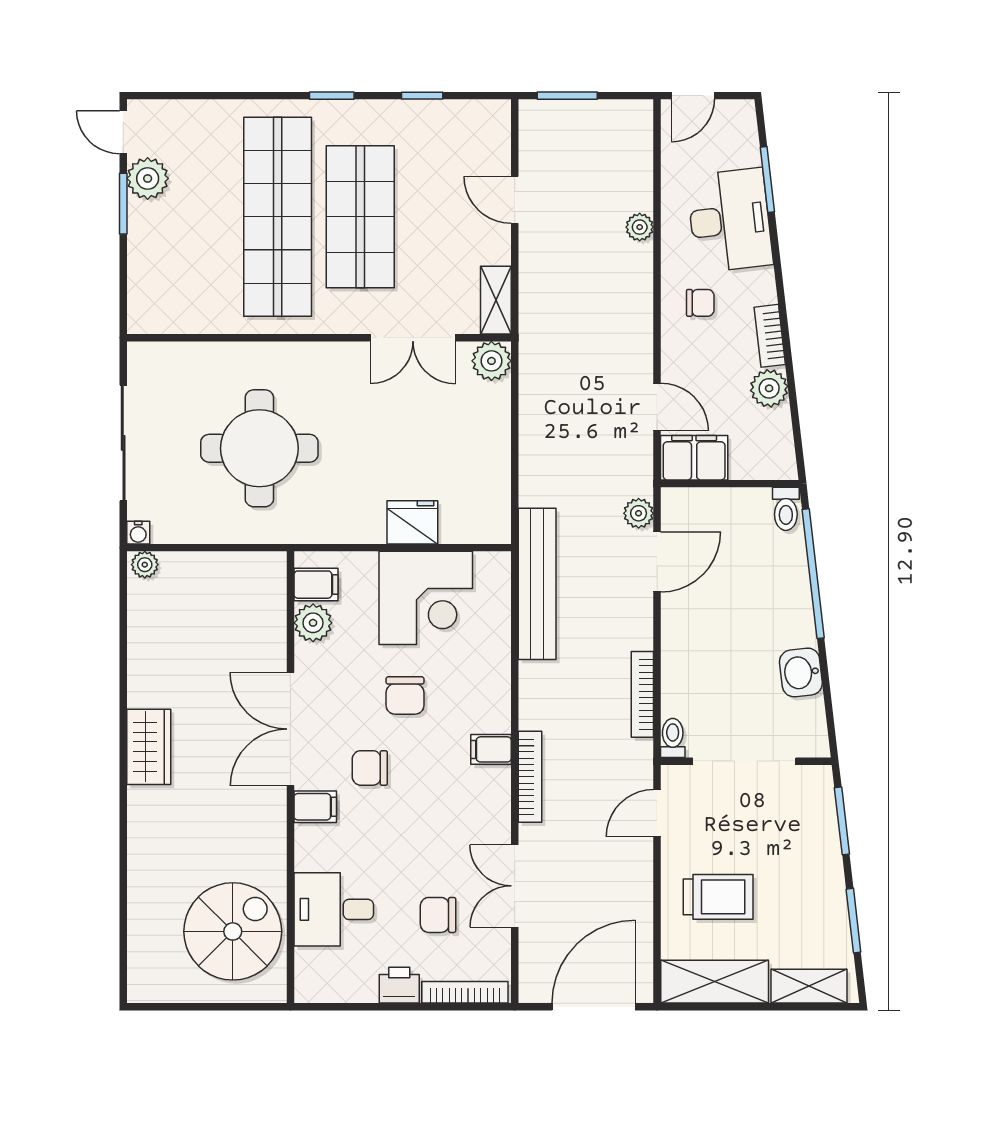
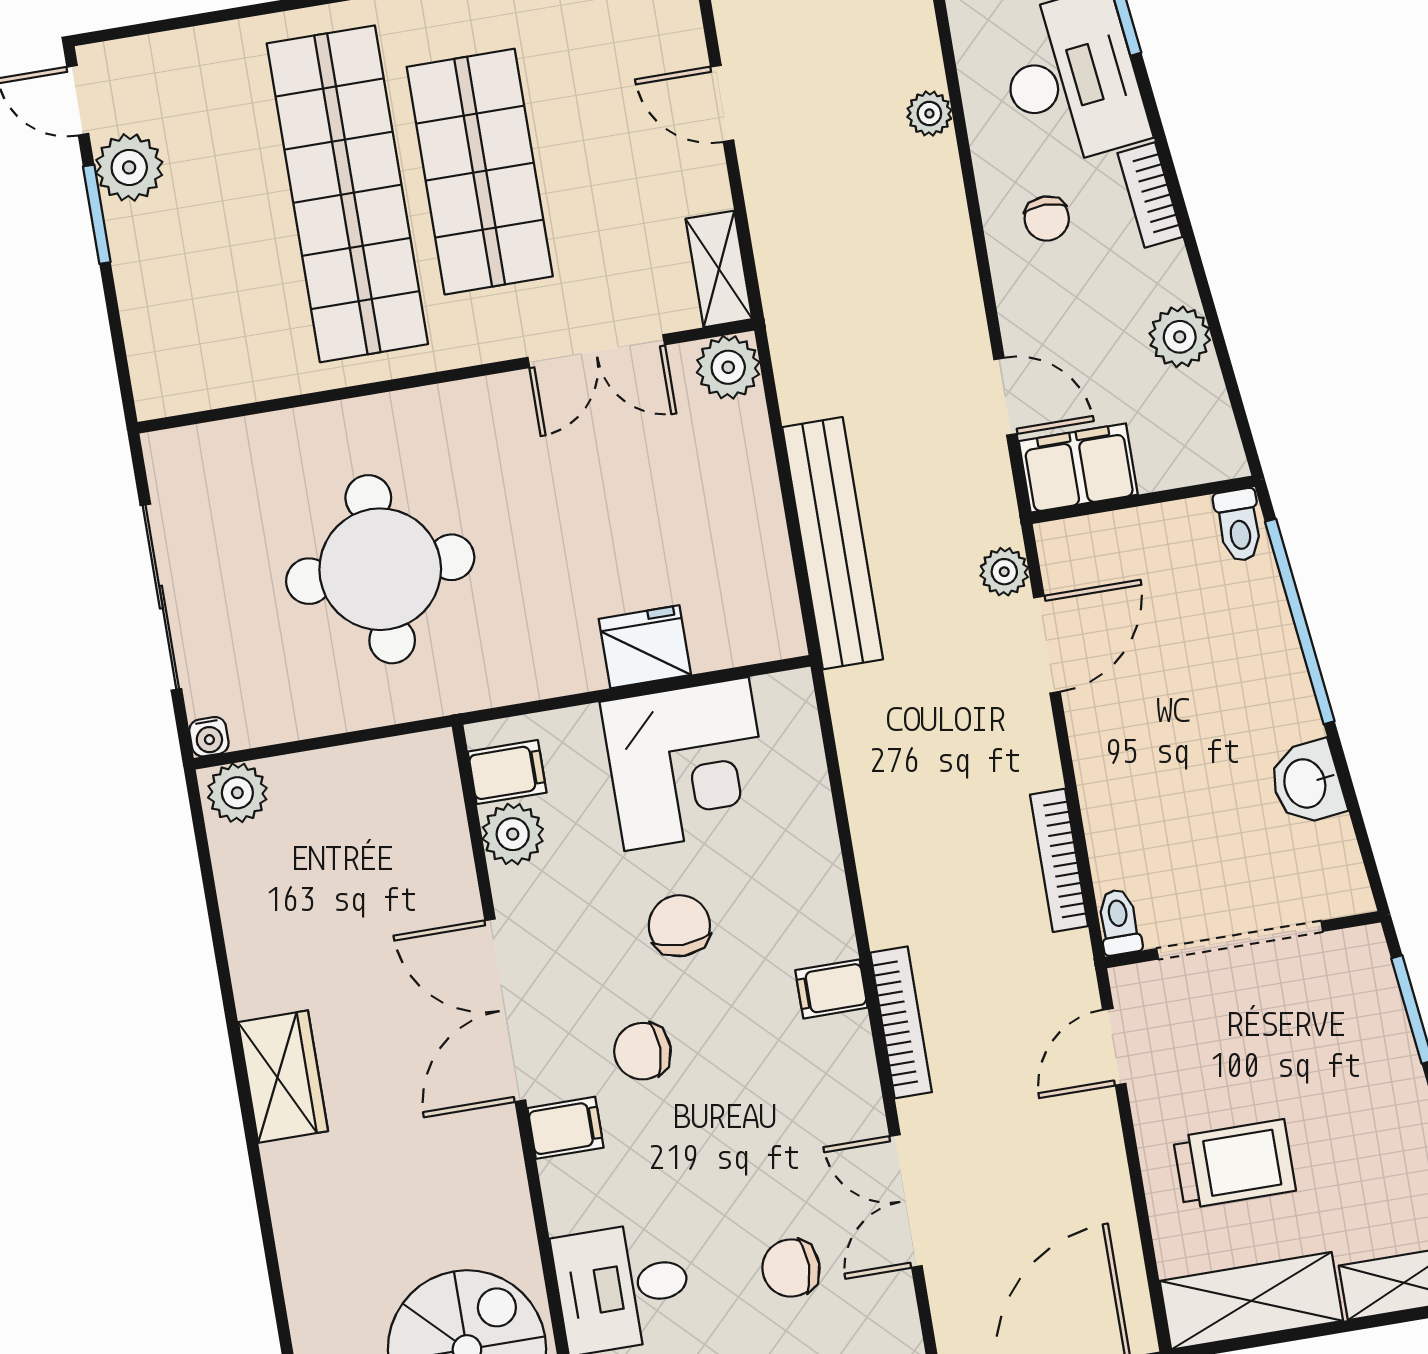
chair: (700, 303) -> (1047, 219), turned 90
bookcase: (770, 336) -> (1150, 195), moved
plant: (145, 565) -> (237, 793), width x1.38, depth x1.38
bench: (537, 584) -> (833, 543), moved
chair: (405, 696) -> (679, 926), turned 180

